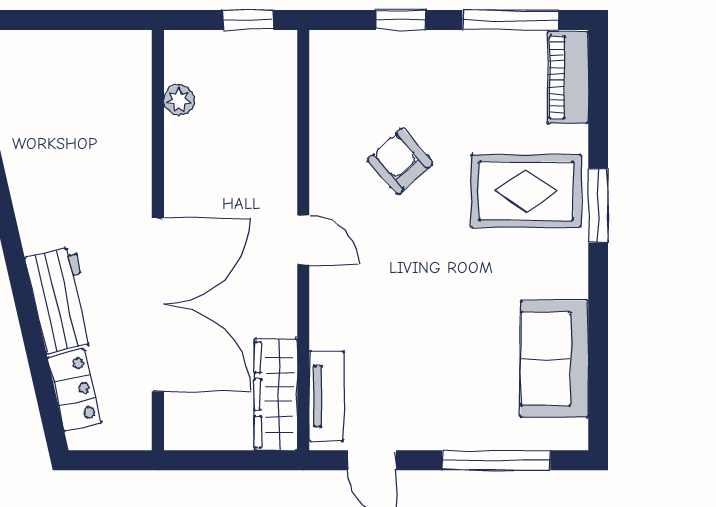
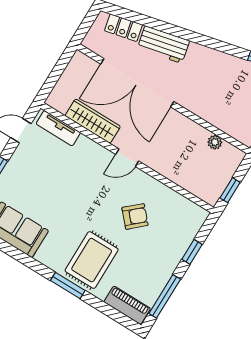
wardrobe: (276, 395) -> (93, 121), moved

